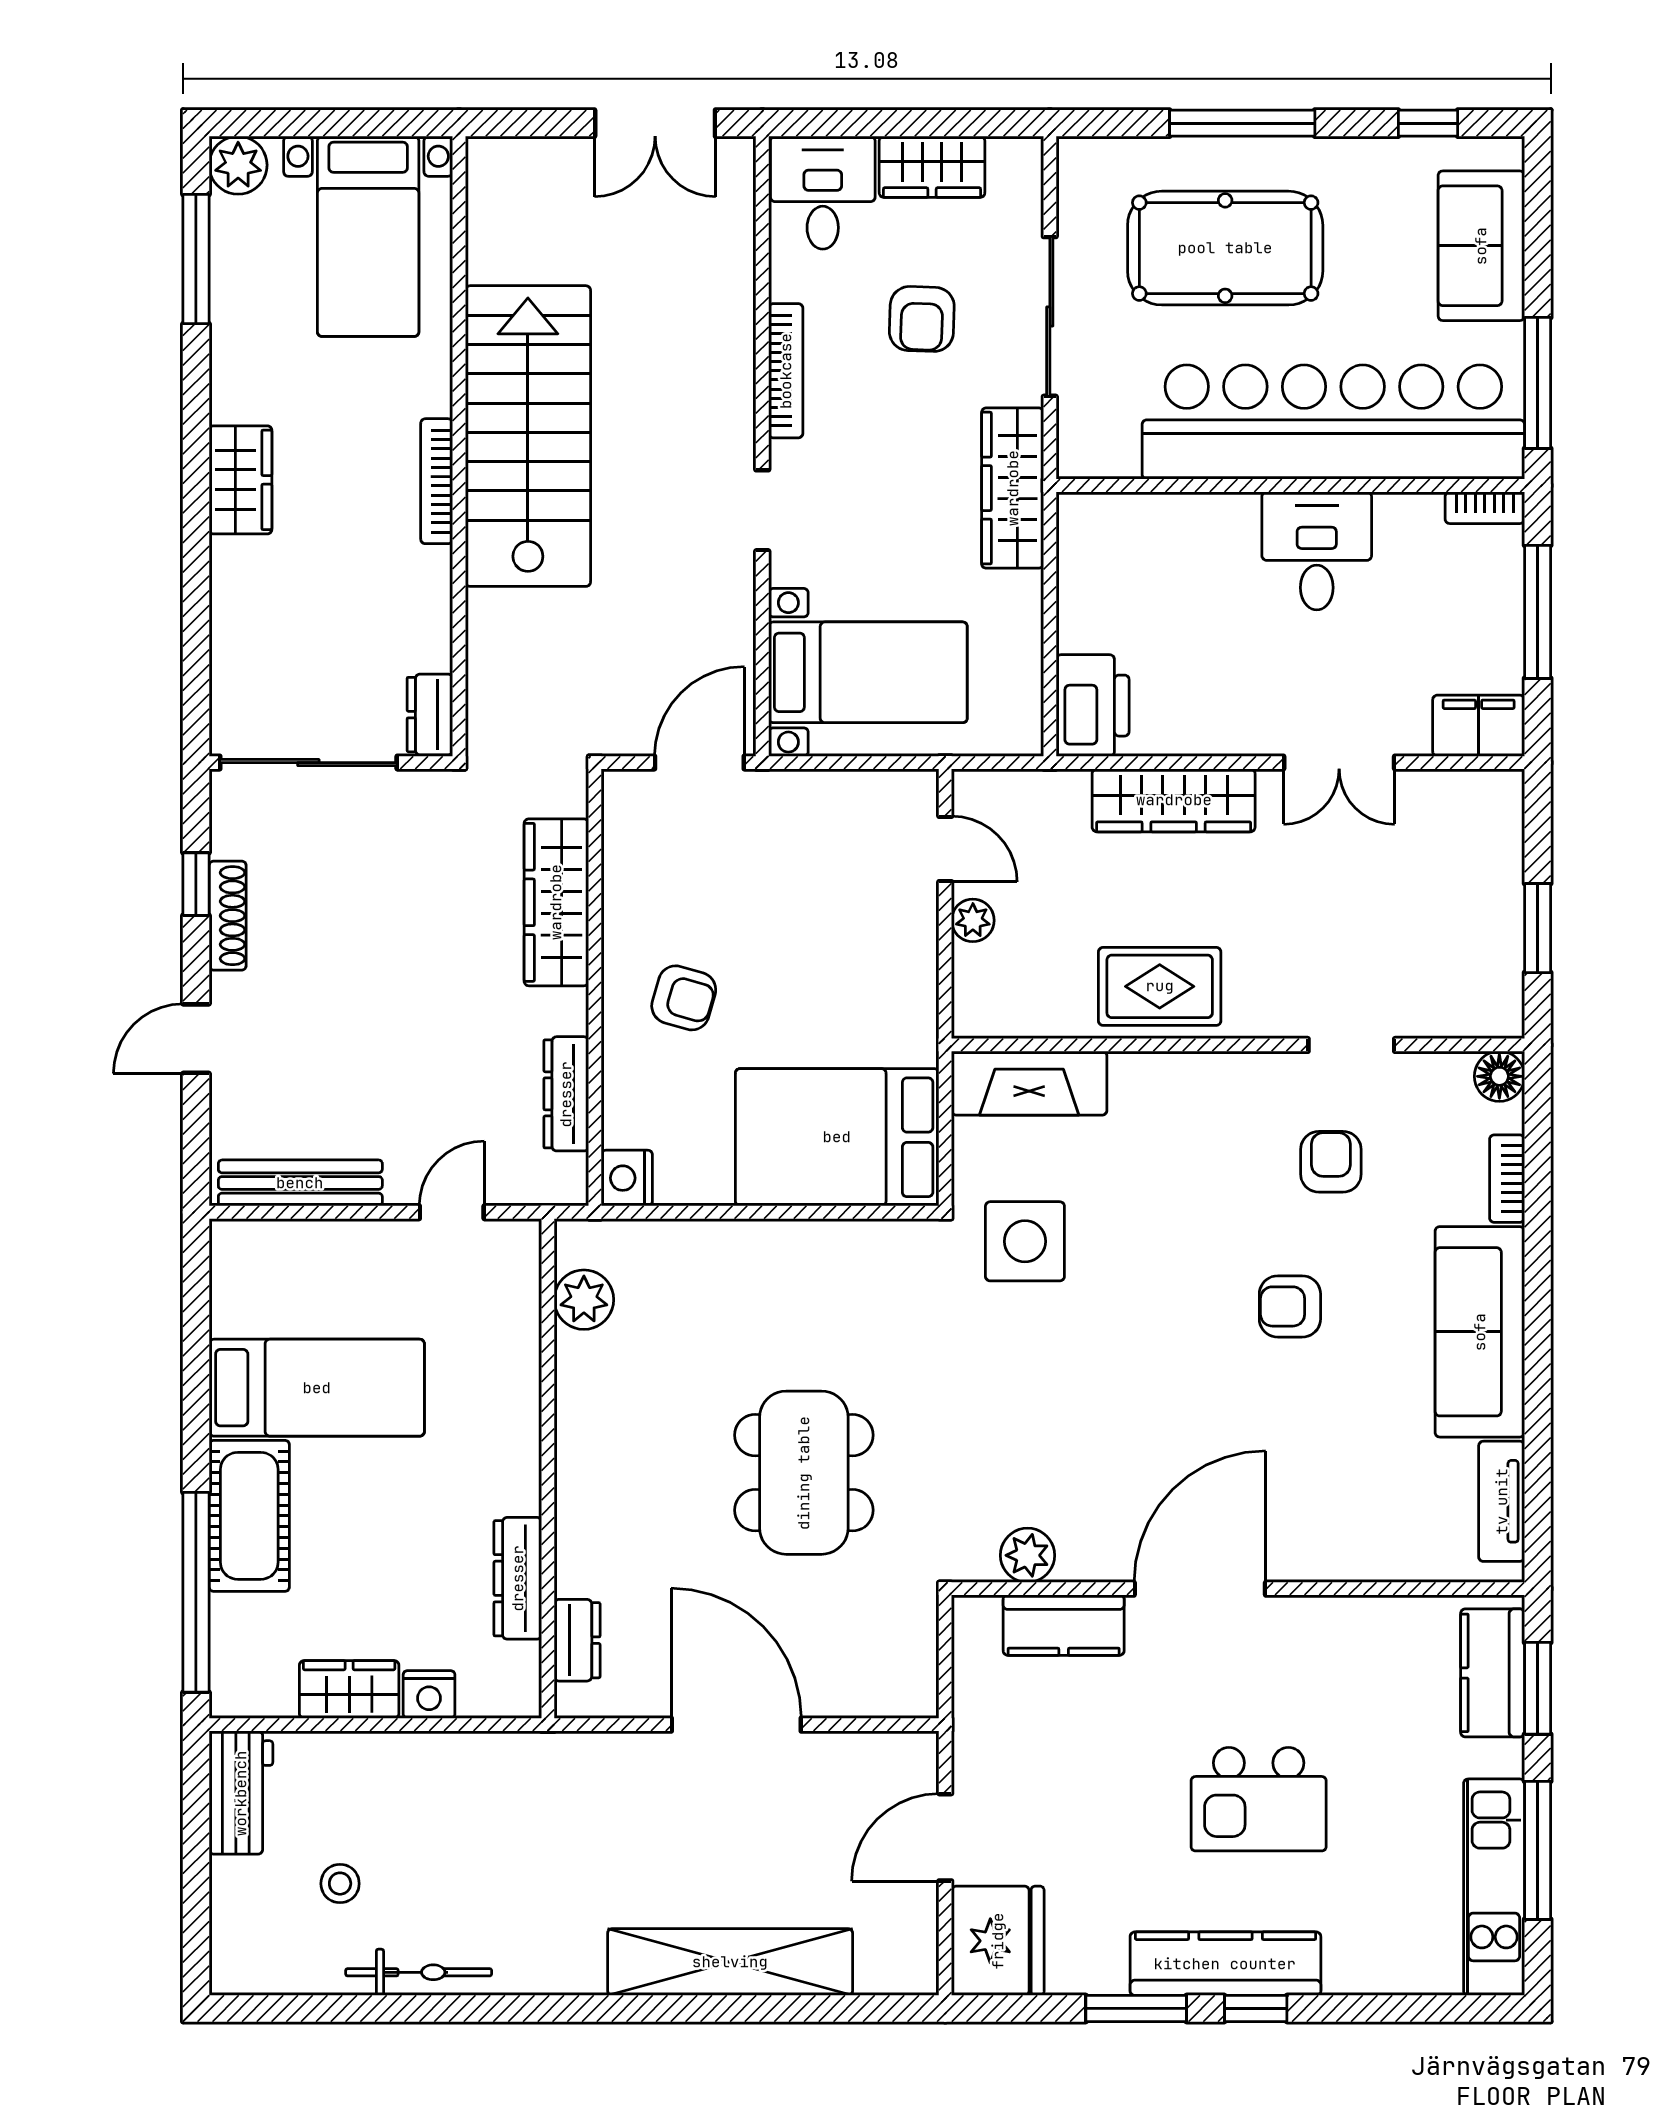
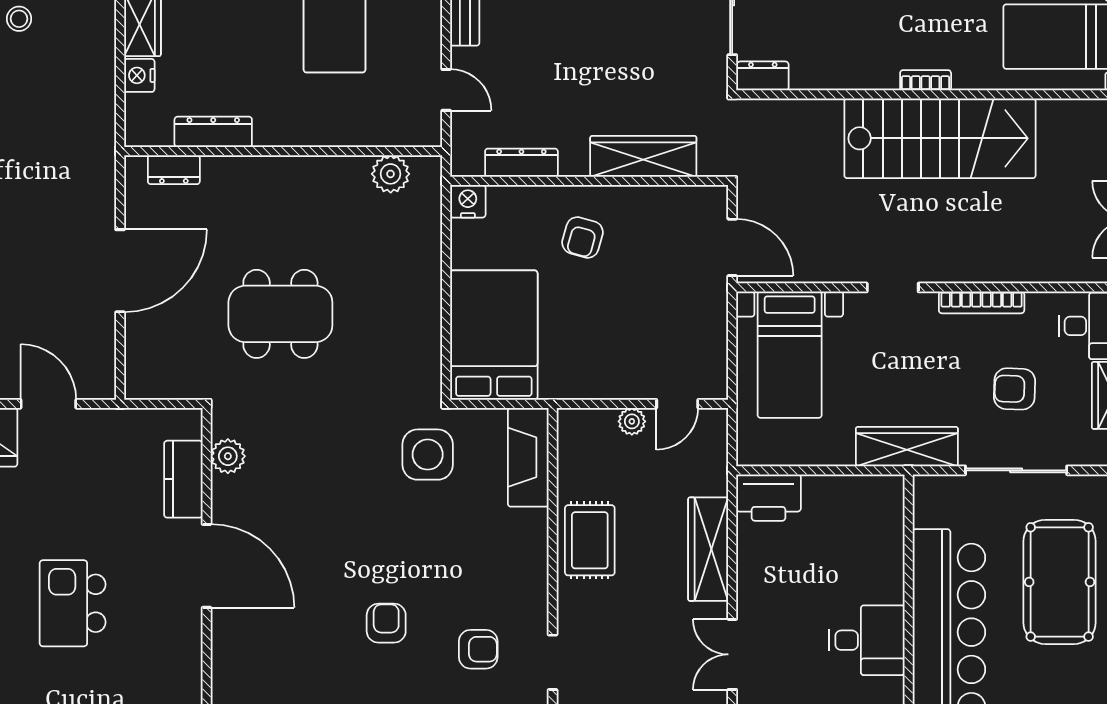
bookcase: (437, 481) -> (926, 80), width x0.64

